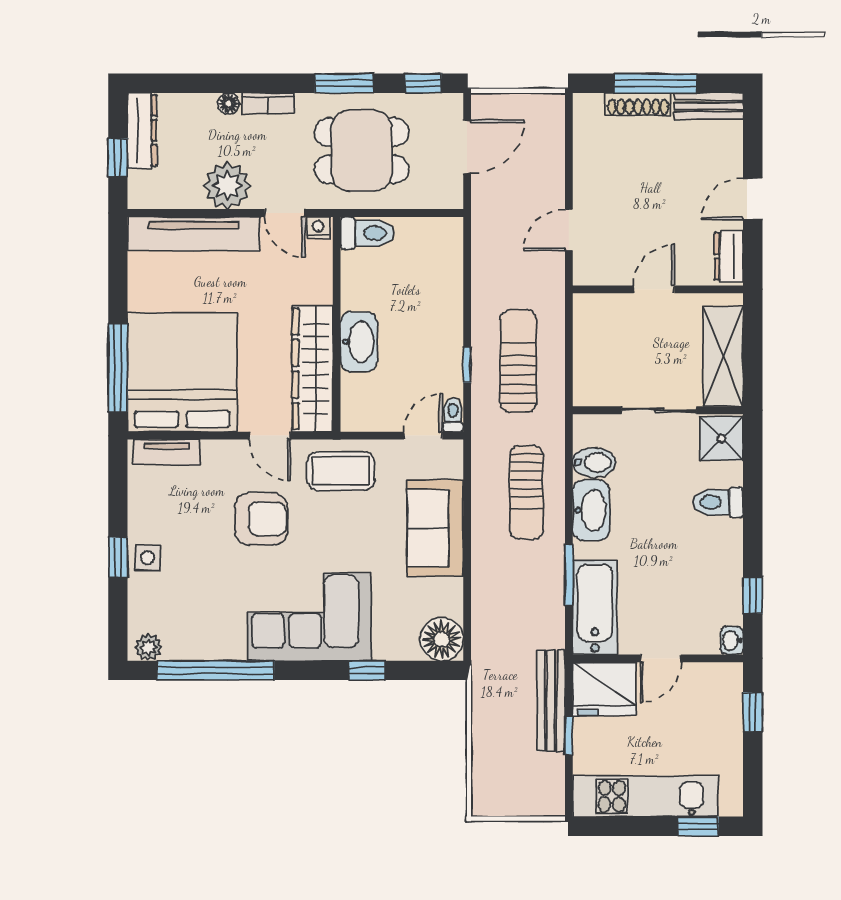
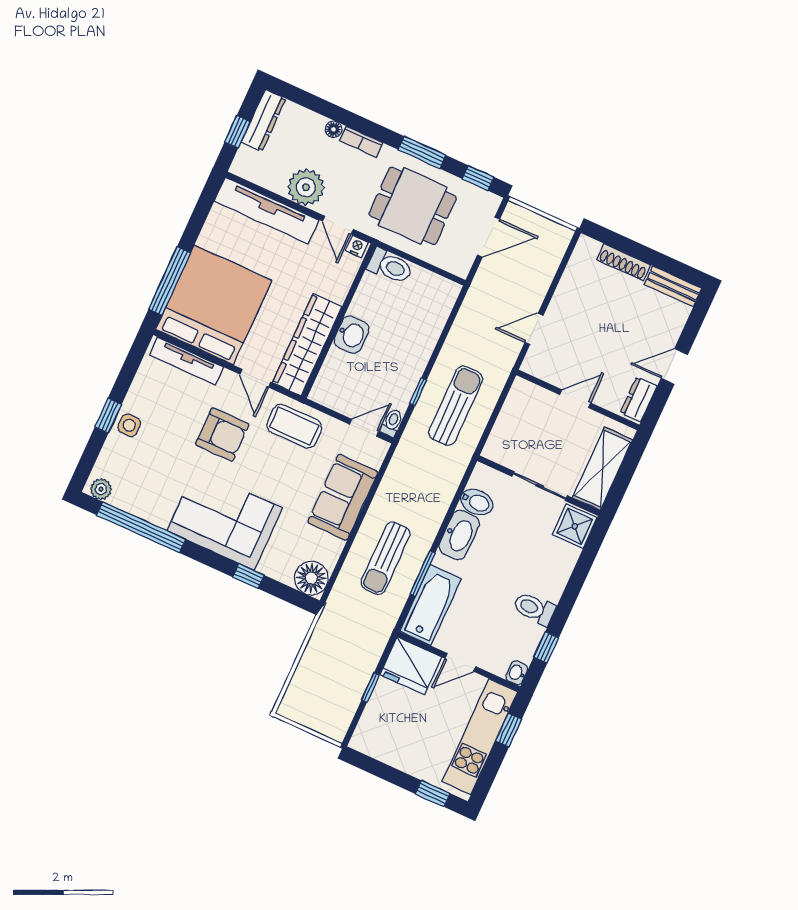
window: (656, 83) -> (643, 253), removed
washbasin: (359, 342) -> (352, 335), width x0.72
tv unit: (167, 452) -> (187, 361), width x1.41
sun lounger: (526, 492) -> (386, 558), moved
toilet: (718, 502) -> (534, 608), moved
bench: (551, 701) -> (369, 657), removed
kitchen unit: (645, 796) -> (480, 737), moved, turned -90

